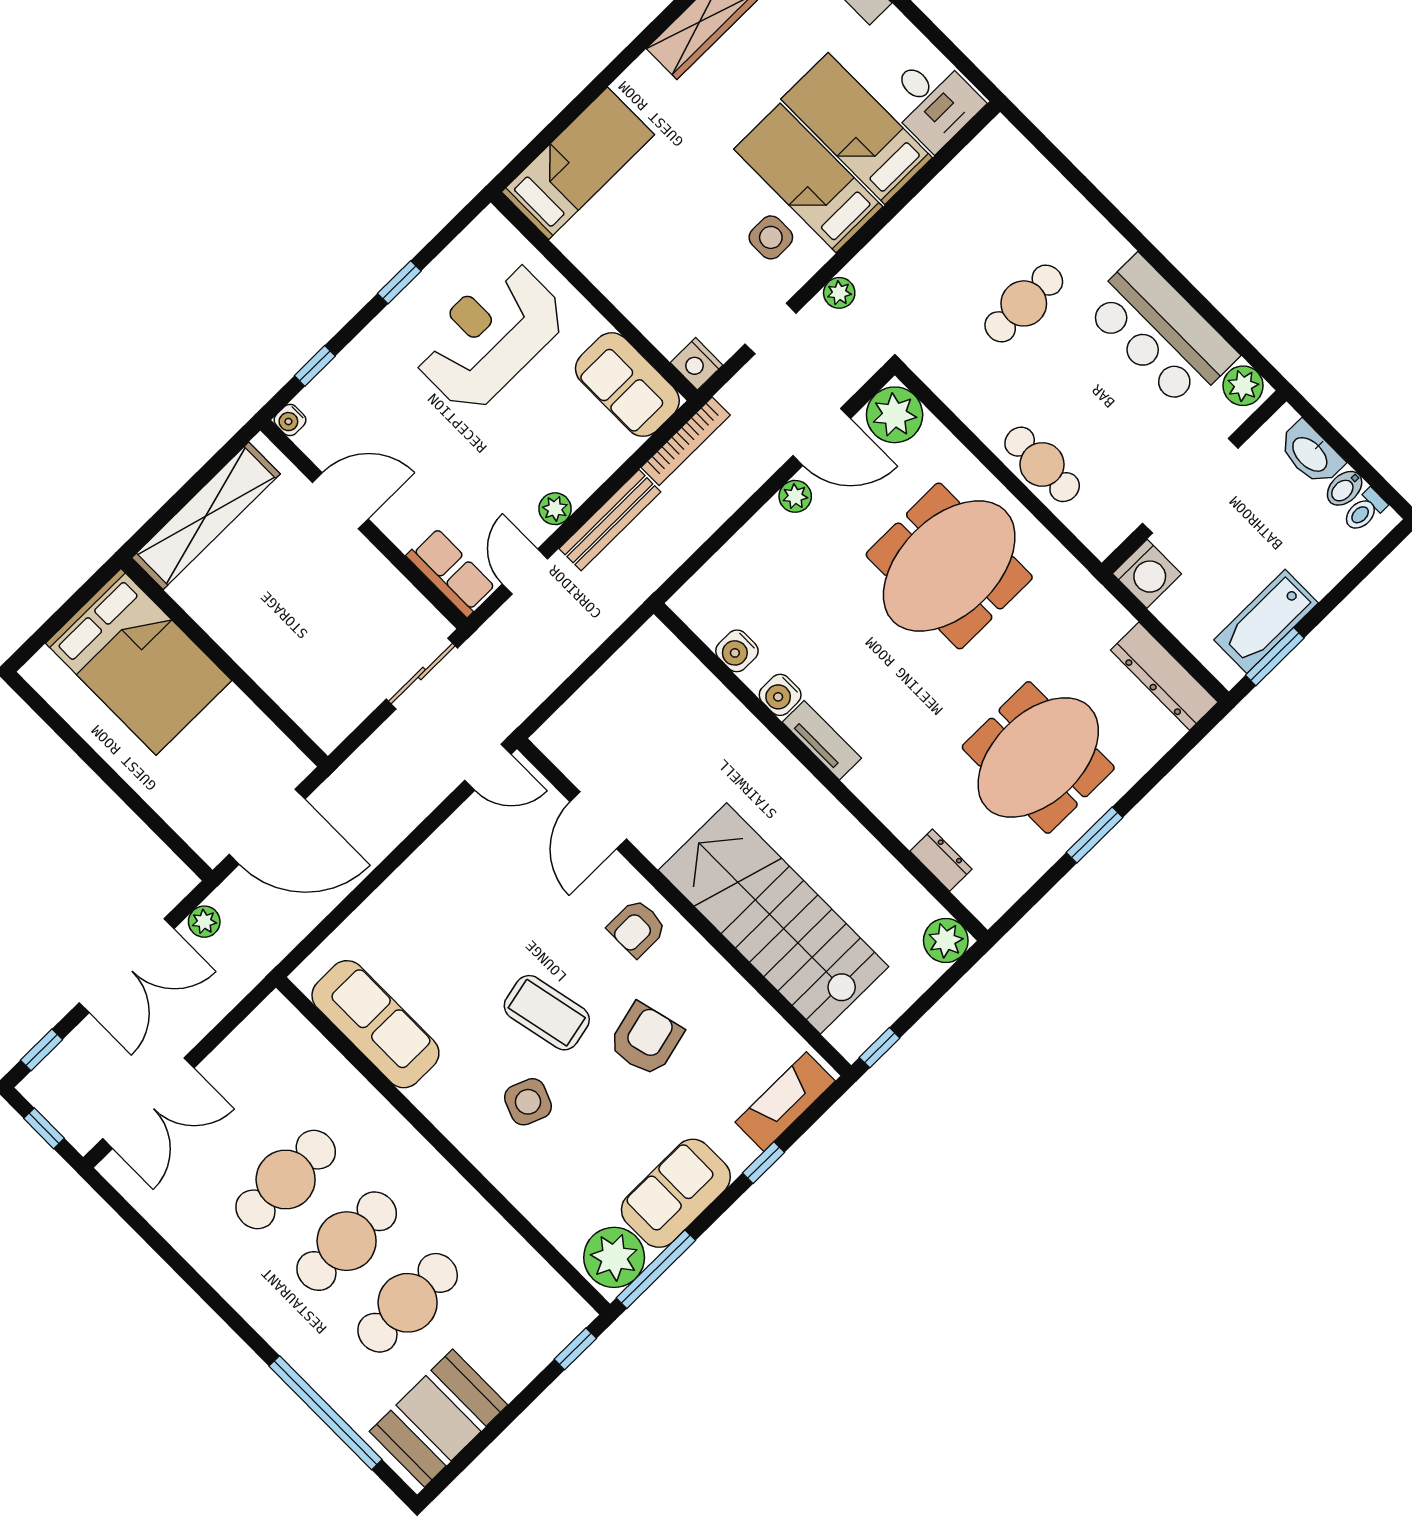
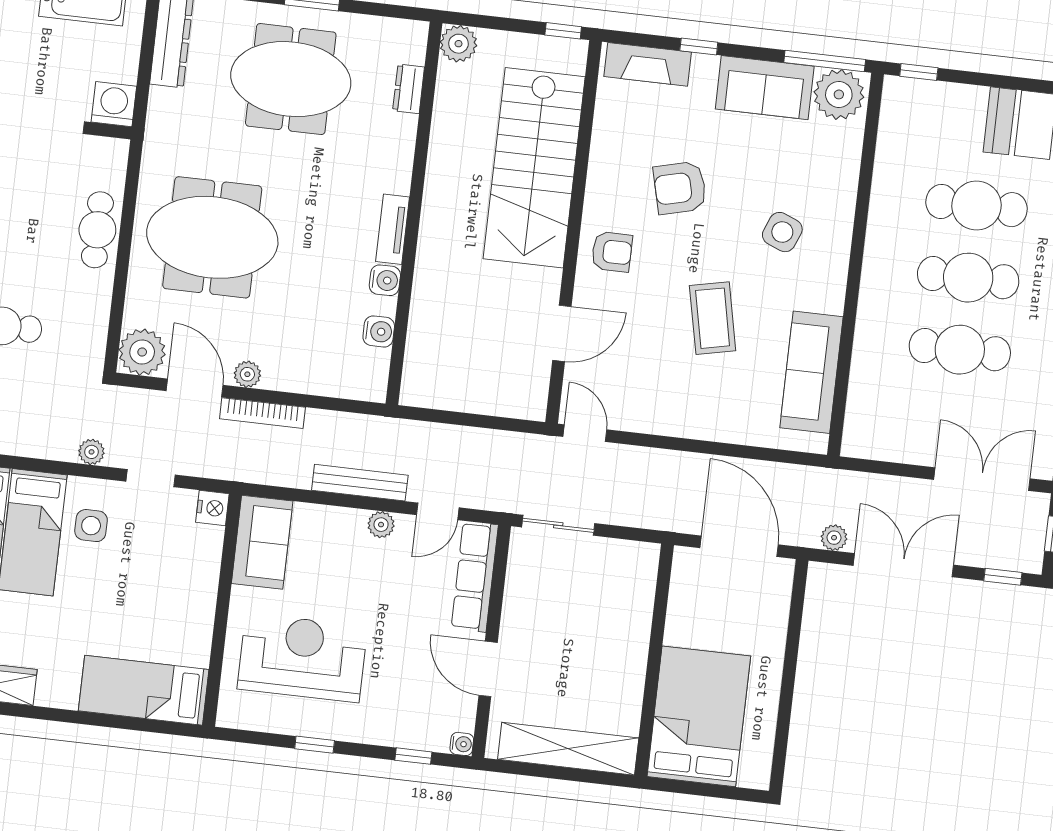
reception desk: (490, 336) -> (302, 658), turned 180
bookcase: (686, 441) -> (262, 413), moved, turned 180
row of seats: (451, 572) -> (475, 577), width x1.48
coffee table: (547, 1013) -> (713, 318), moved

